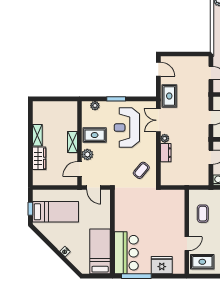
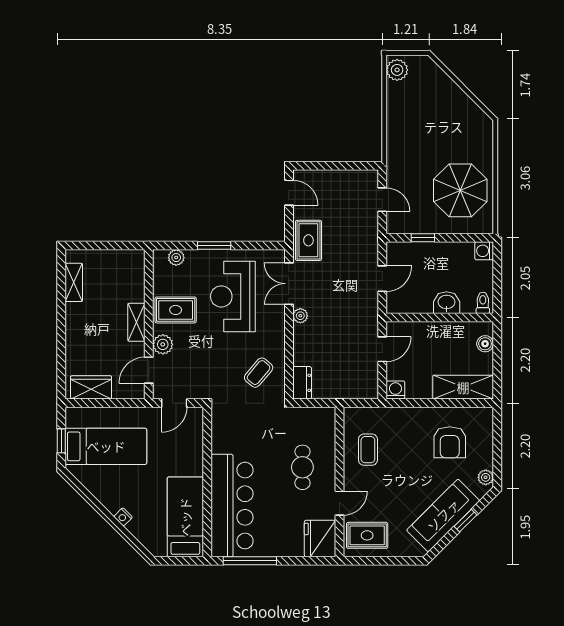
shelving: (37, 135) -> (74, 282), moved
dresser: (166, 153) -> (302, 383), moved
wardrobe: (39, 158) -> (91, 387), moved, turned -90
door: (94, 187) -> (174, 403), hinge flipped
cafe table: (166, 224) -> (302, 467), added
bar counter: (126, 253) -> (232, 506), width x1.36
fridge: (162, 265) -> (320, 538), moved, turned -90

